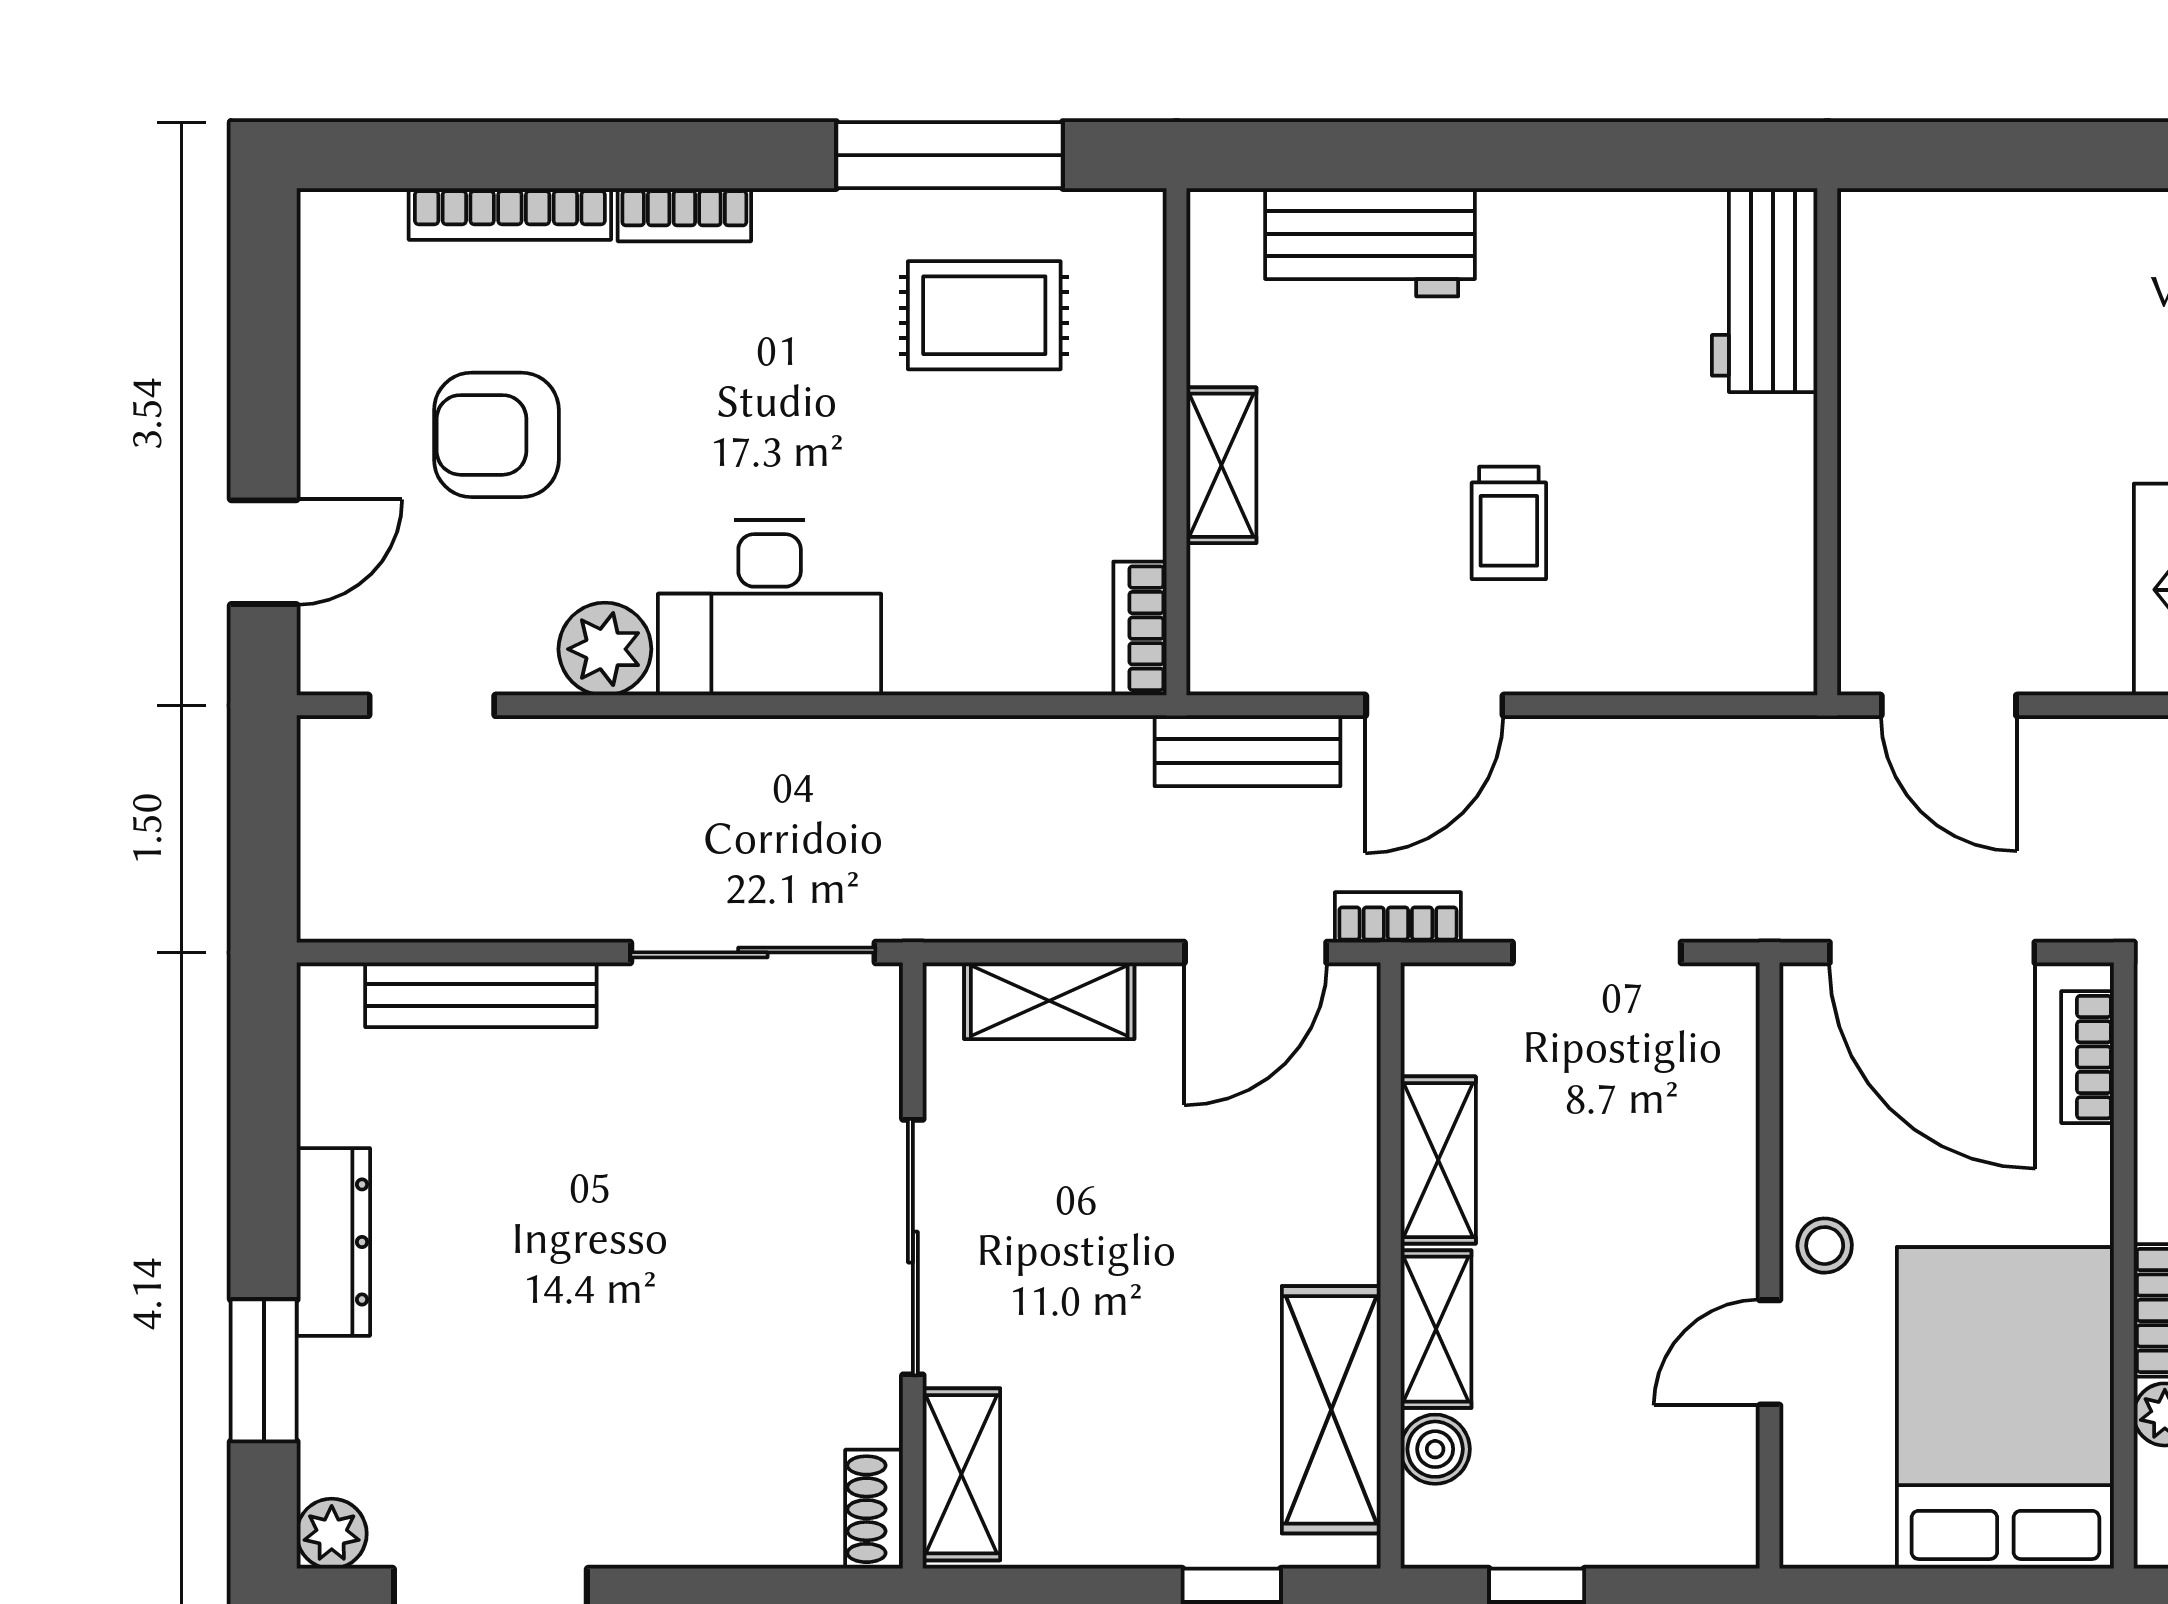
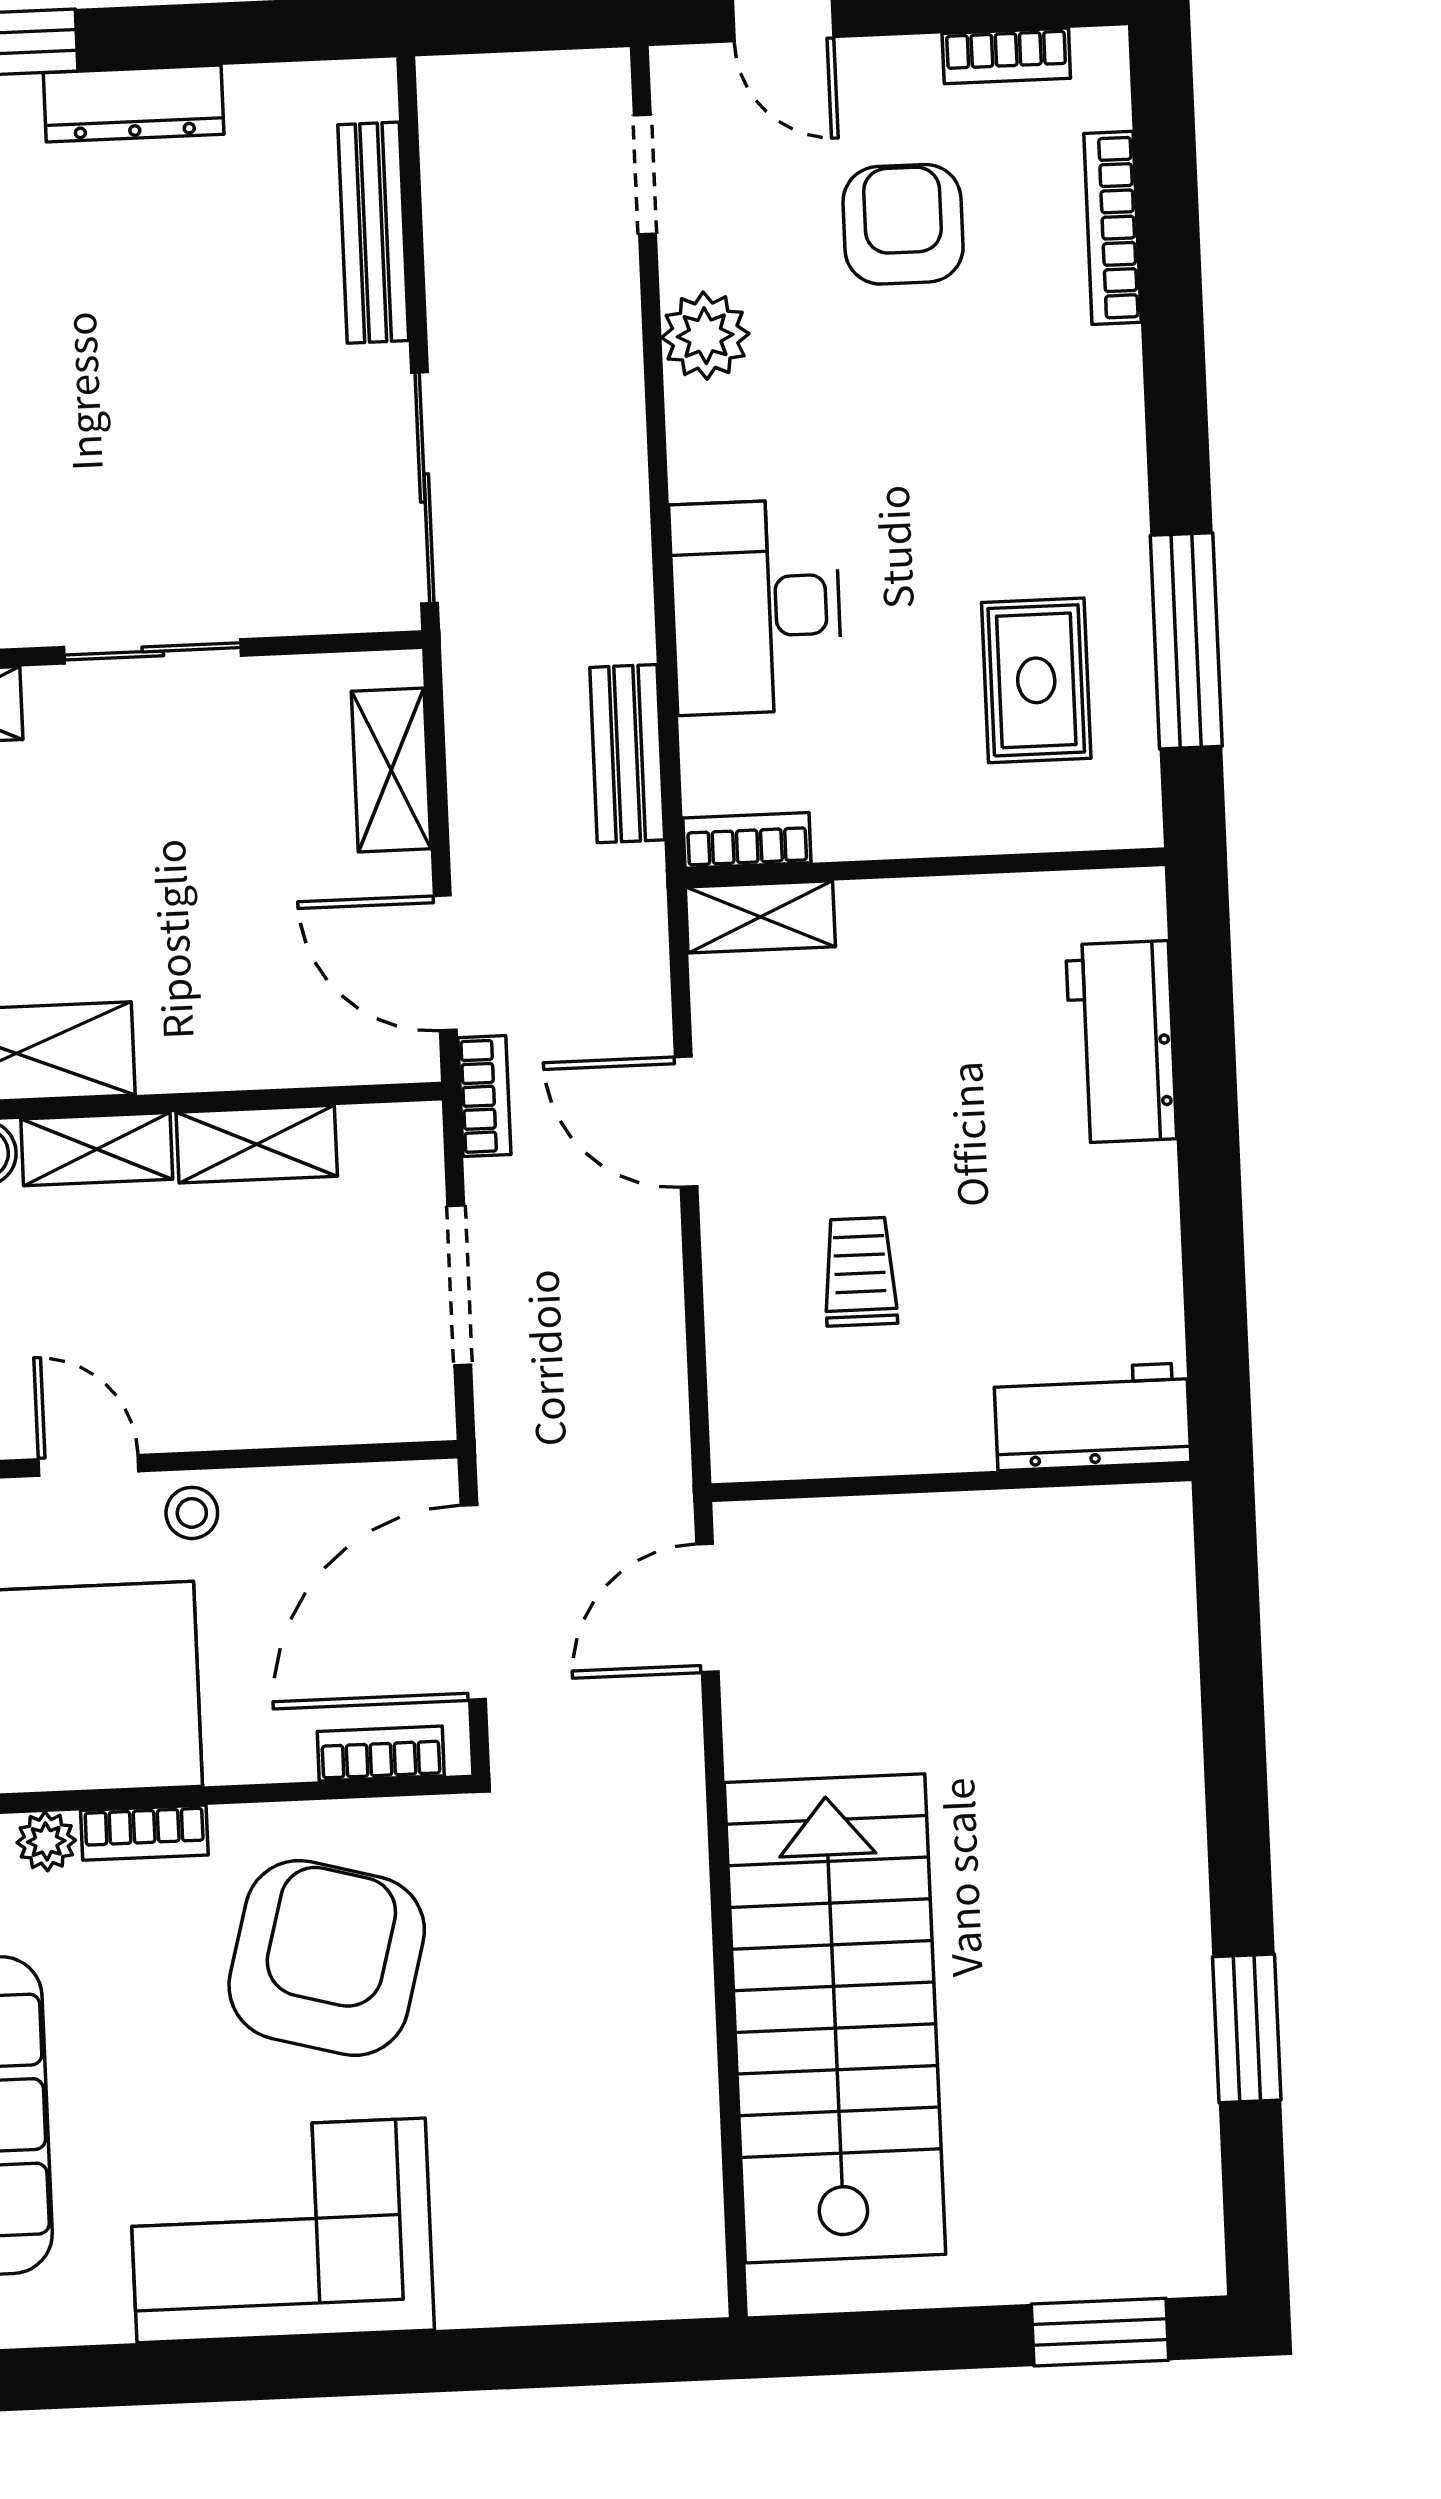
bookcase: (684, 215) -> (1006, 56), moved, turned -90
shelving: (1221, 465) -> (760, 917), moved
trolley: (1509, 523) -> (860, 1272), moved, turned 90
desk: (770, 608) -> (756, 607), moved
bench: (1247, 751) -> (627, 754), moved
sliding door: (913, 1247) -> (153, 651), width x0.73

